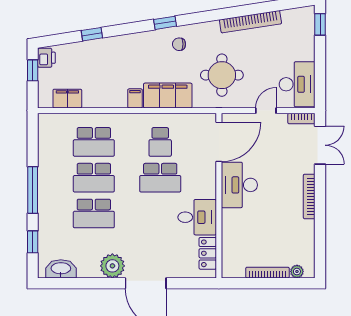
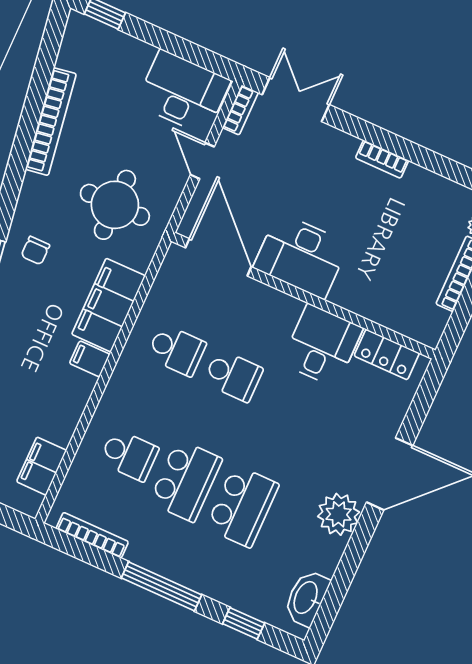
bookcase: (43, 142) -> (92, 535), added
school desk: (94, 142) -> (129, 455), width x0.54
school desk: (160, 178) -> (233, 376), width x0.54
bookcase: (309, 196) -> (382, 159), width x0.64

